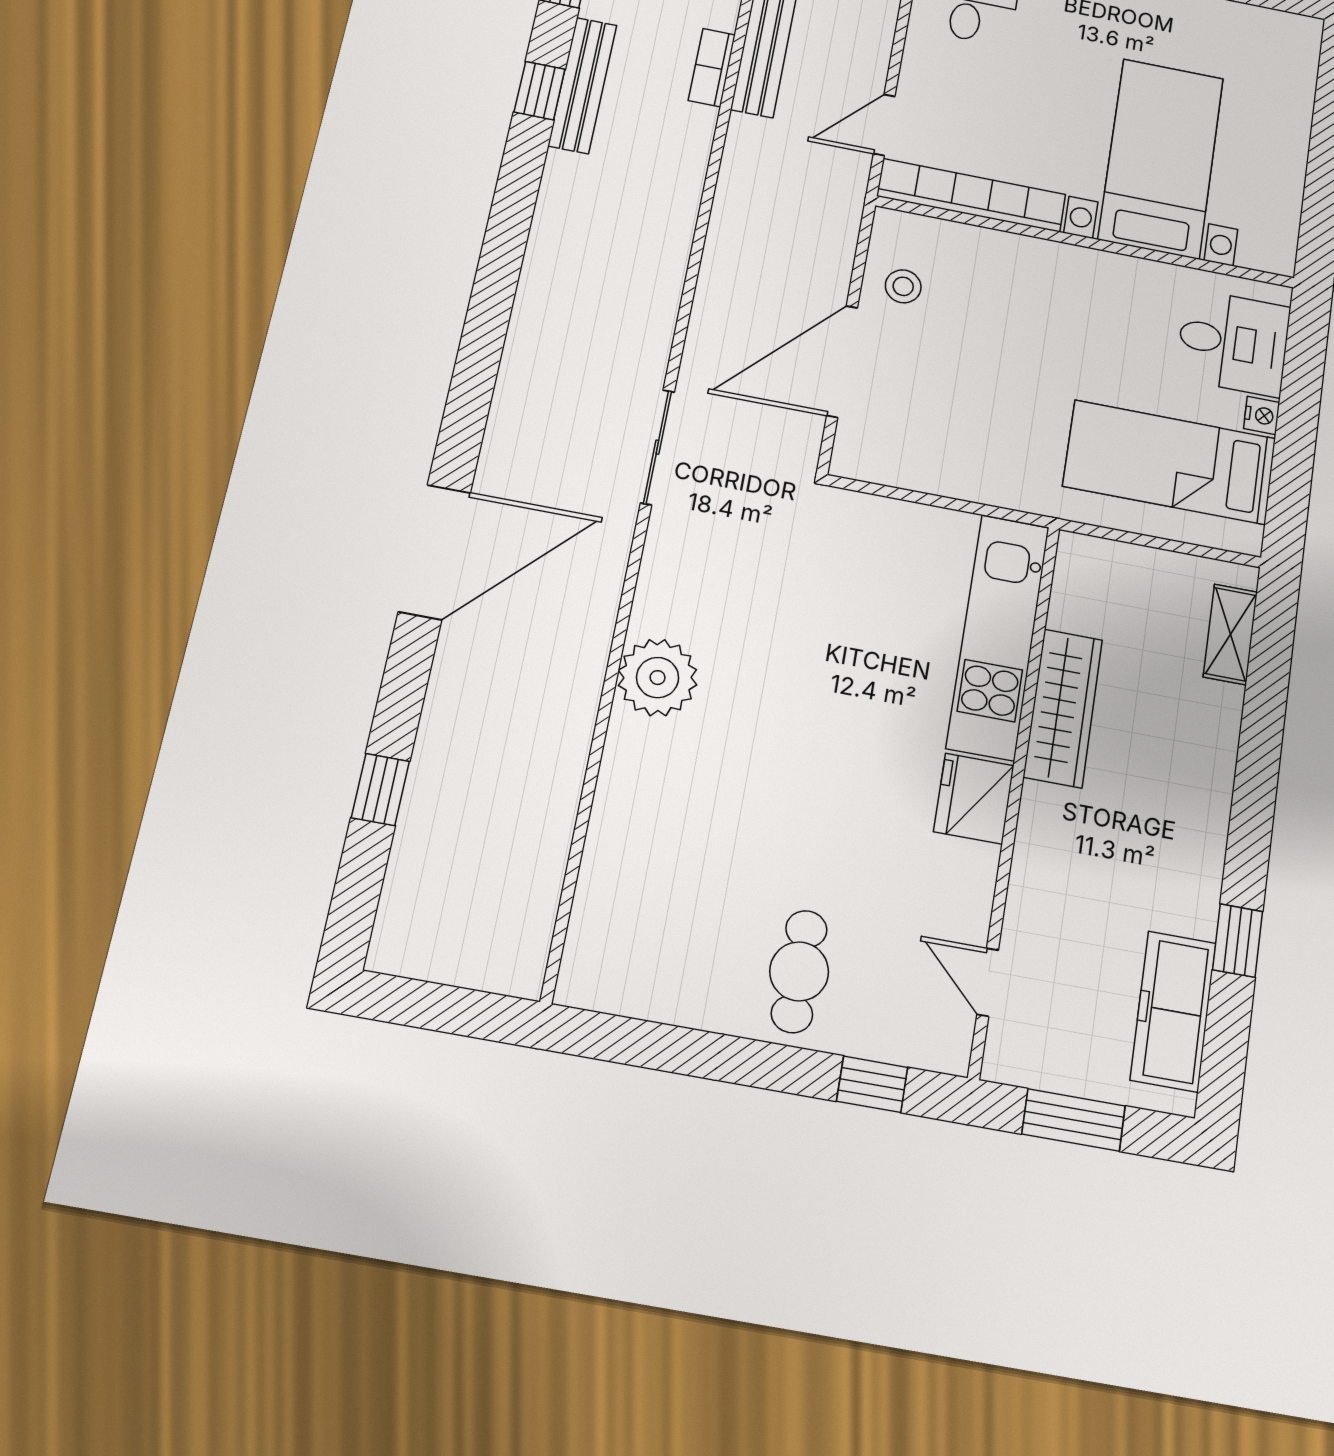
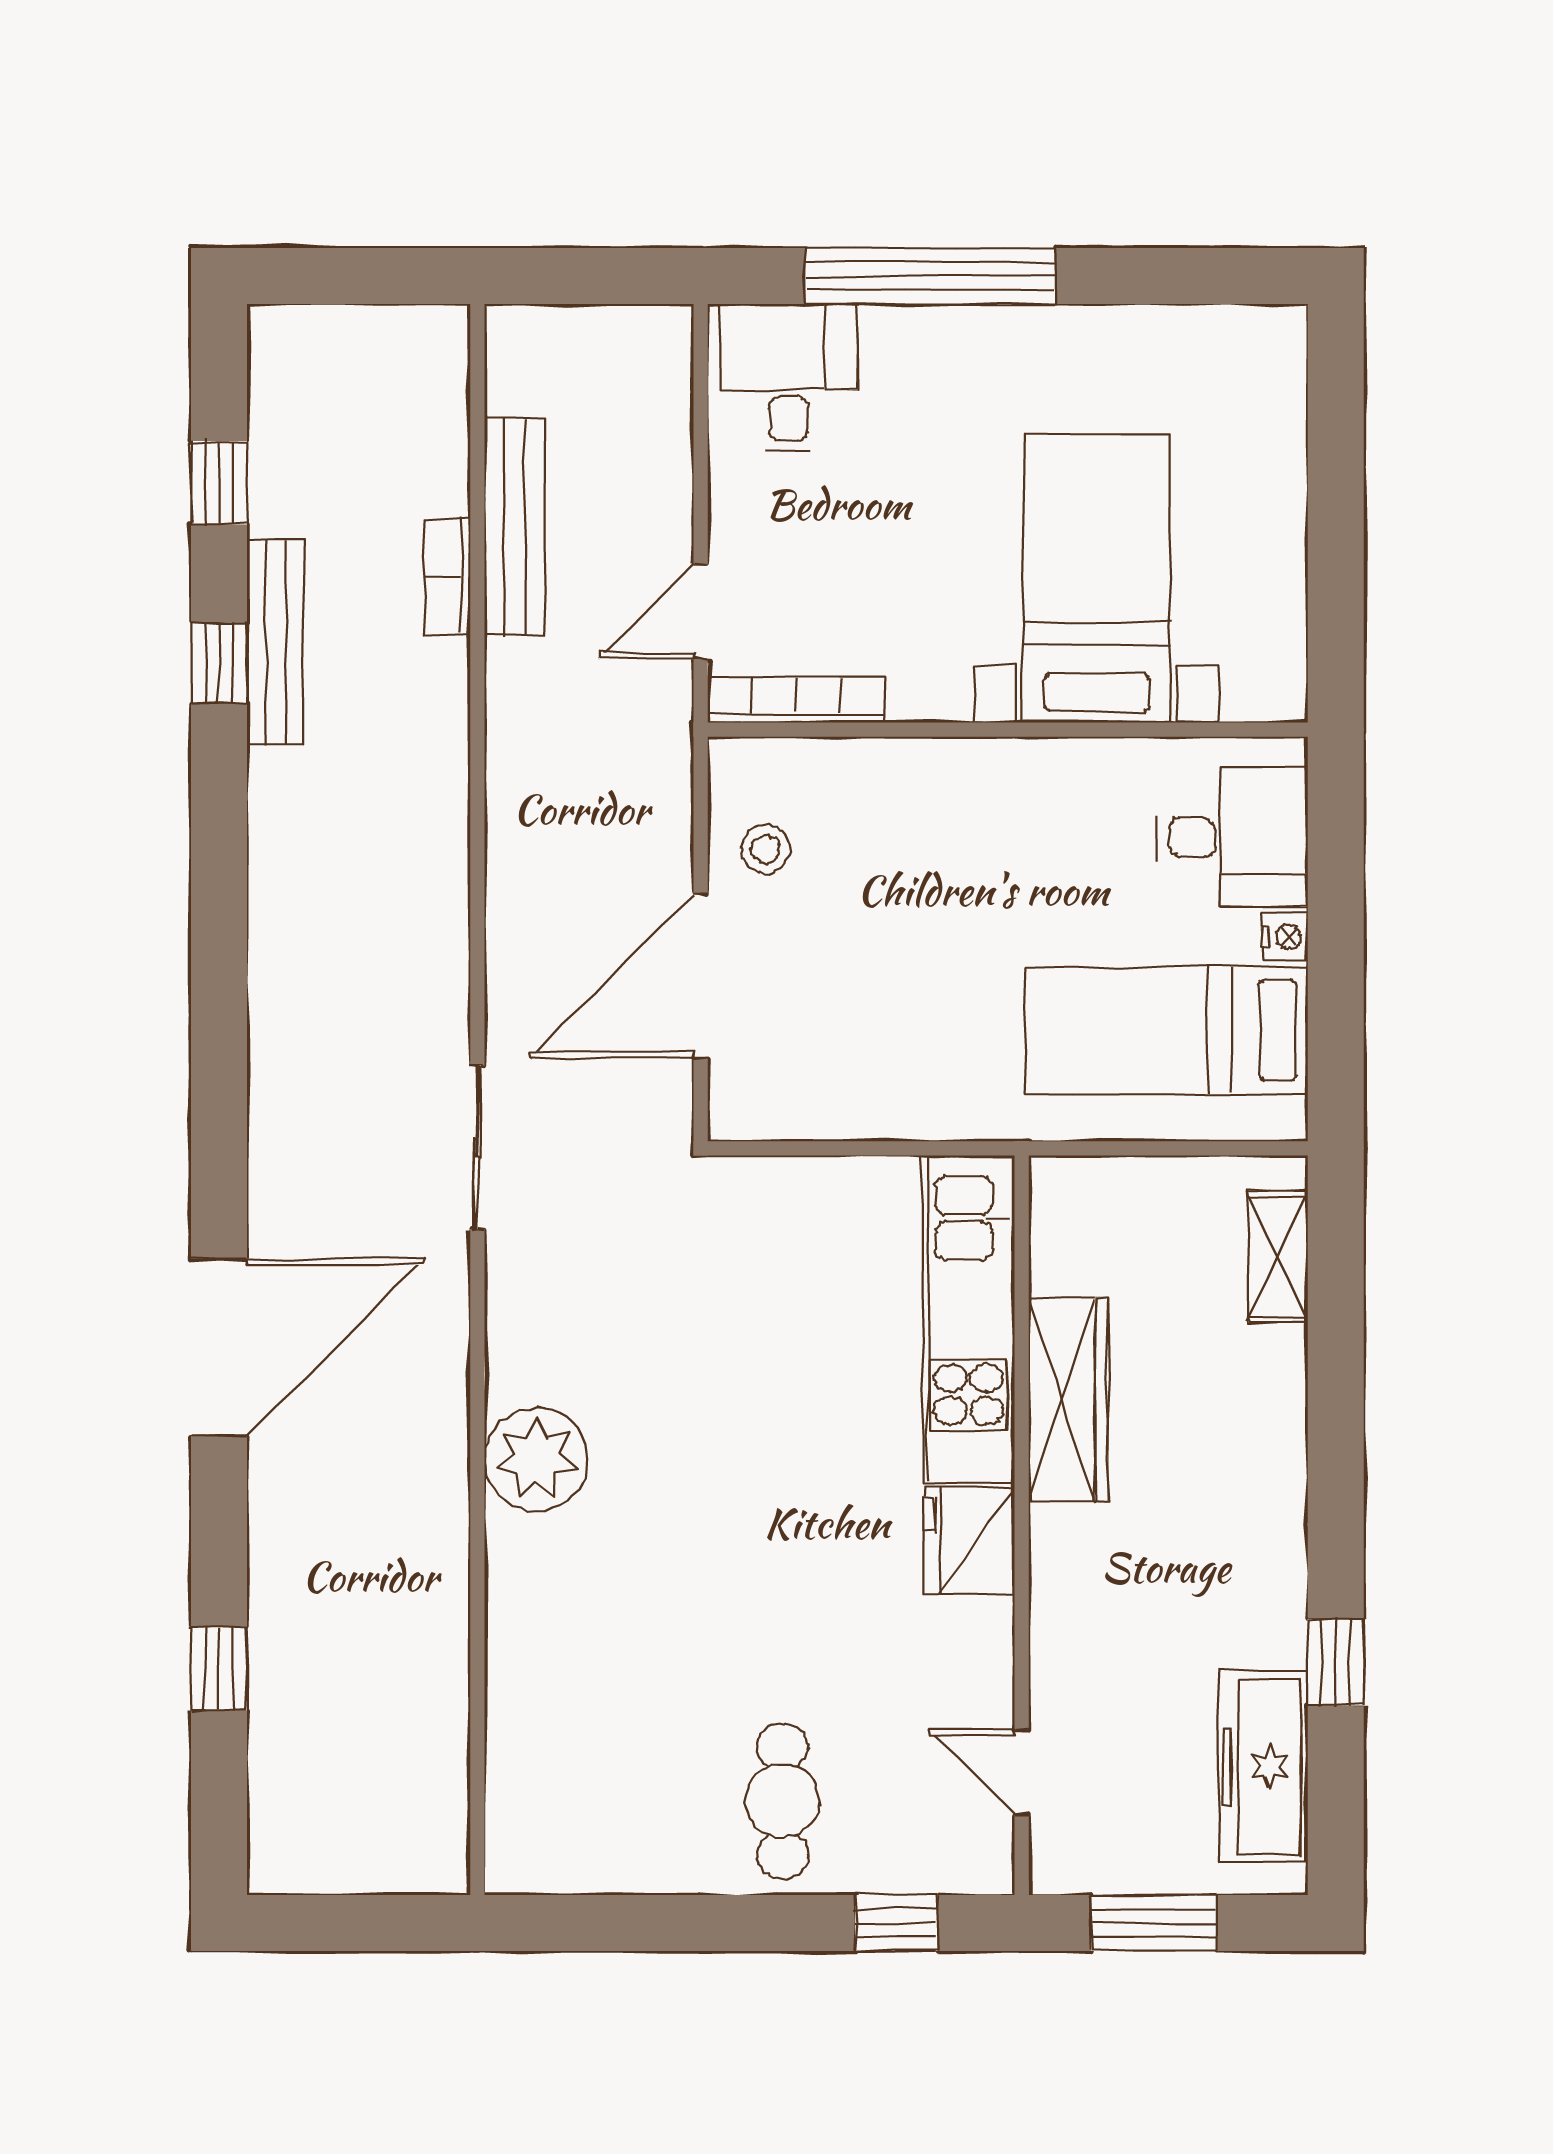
bookcase: (971, 195) -> (796, 700), width x0.68, depth x0.76

